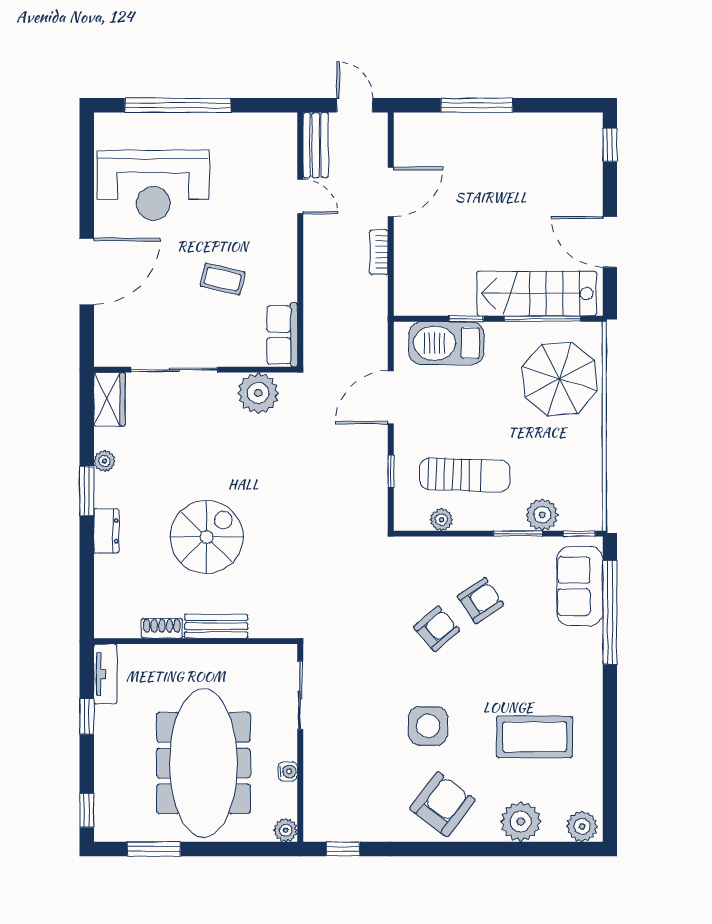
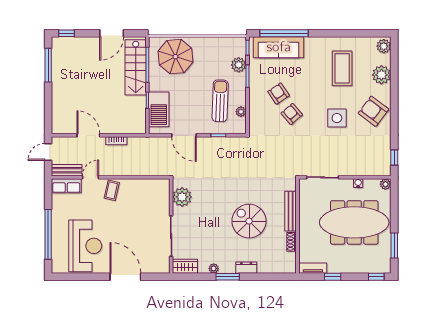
window: (477, 105) -> (48, 65), moved
coffee table: (223, 279) -> (112, 190), moved
row of seats: (282, 335) -> (66, 186), moved
sofa: (580, 586) -> (279, 47), width x1.36
bench: (216, 626) -> (291, 211), width x1.36

